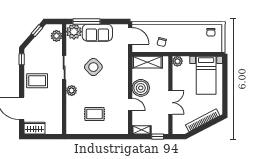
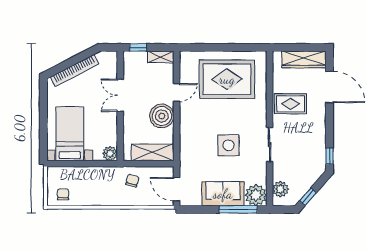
side table: (93, 67) -> (228, 145), turned 45
rug: (37, 81) -> (291, 104), moved
plant: (72, 91) -> (259, 112), removed
door: (130, 105) -> (177, 92), swing flipped
rug: (94, 114) -> (227, 79), width x1.86, depth x2.06
wardrobe: (35, 128) -> (304, 59), width x1.50

